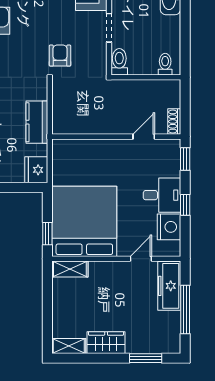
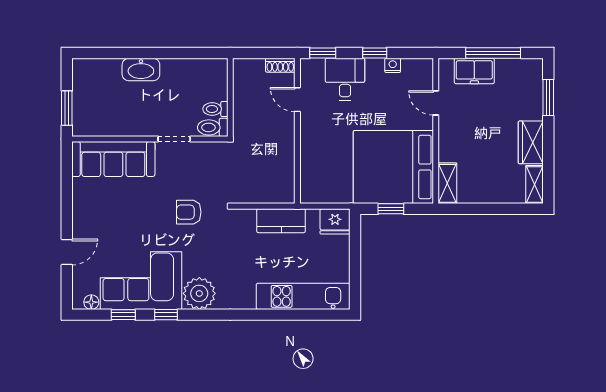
armchair: (60, 56) -> (189, 212), moved
toilet: (165, 64) -> (215, 109), moved
desk: (162, 195) -> (345, 79), moved
nightstand: (169, 227) -> (393, 65), width x0.53, depth x0.56
window: (47, 234) -> (391, 209), moved
freezer: (169, 286) -> (474, 71), width x0.71

